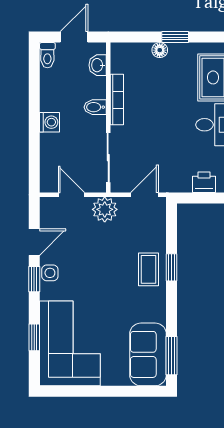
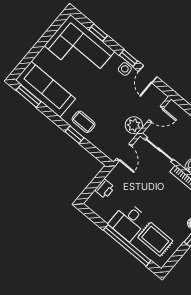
sofa: (148, 354) -> (45, 89), width x1.36

